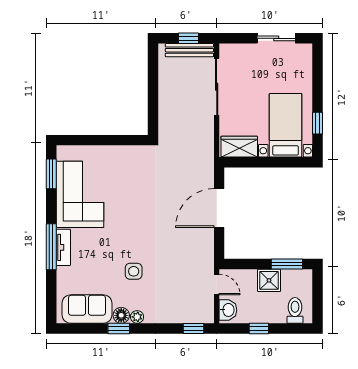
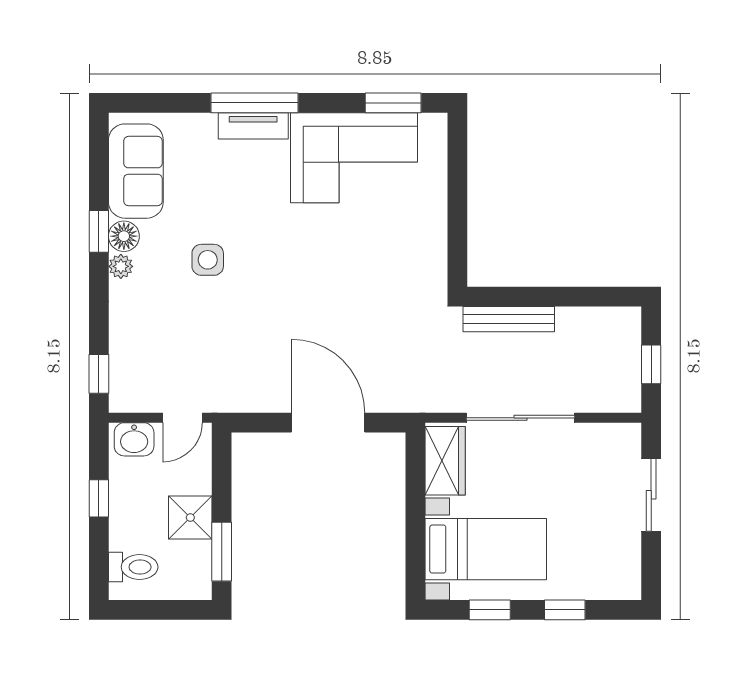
sliding door: (276, 38) -> (651, 495), moved
bench: (189, 50) -> (509, 319), moved, turned 90
window: (318, 84) -> (565, 610), added
sliding door: (217, 87) -> (520, 418), moved

